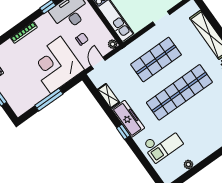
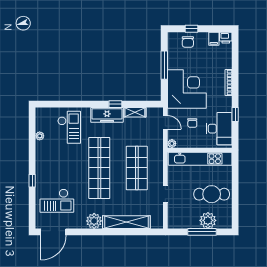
chair: (14, 93) -> (188, 42), added
window: (123, 132) -> (115, 104), moved
checkout: (163, 144) -> (69, 127), turned 180

